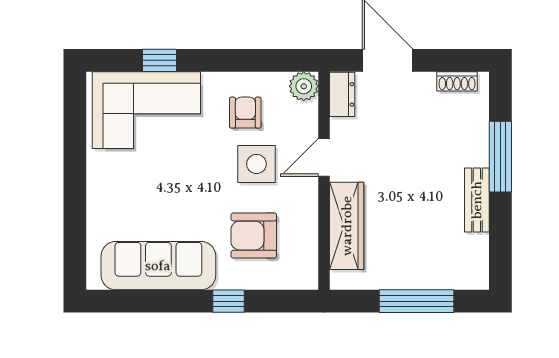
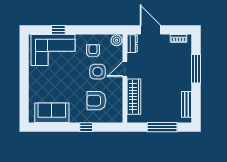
bench: (477, 200) -> (187, 104), moved
sofa: (158, 266) -> (52, 113), width x0.73

